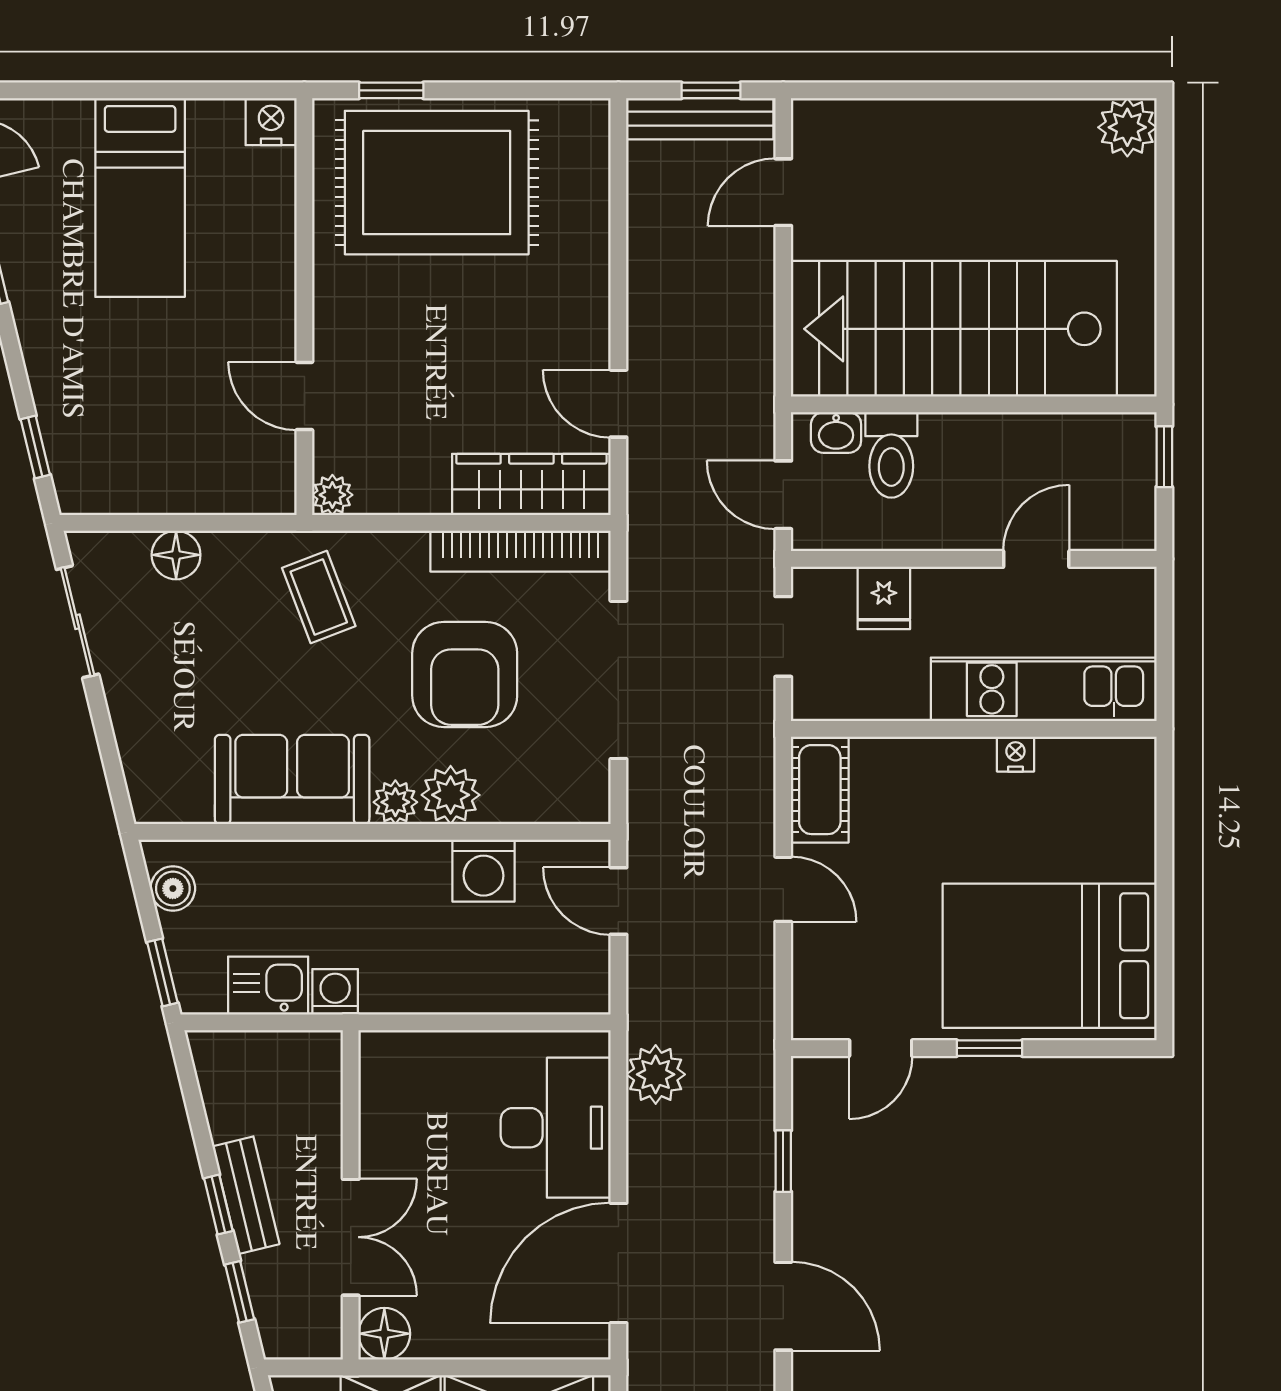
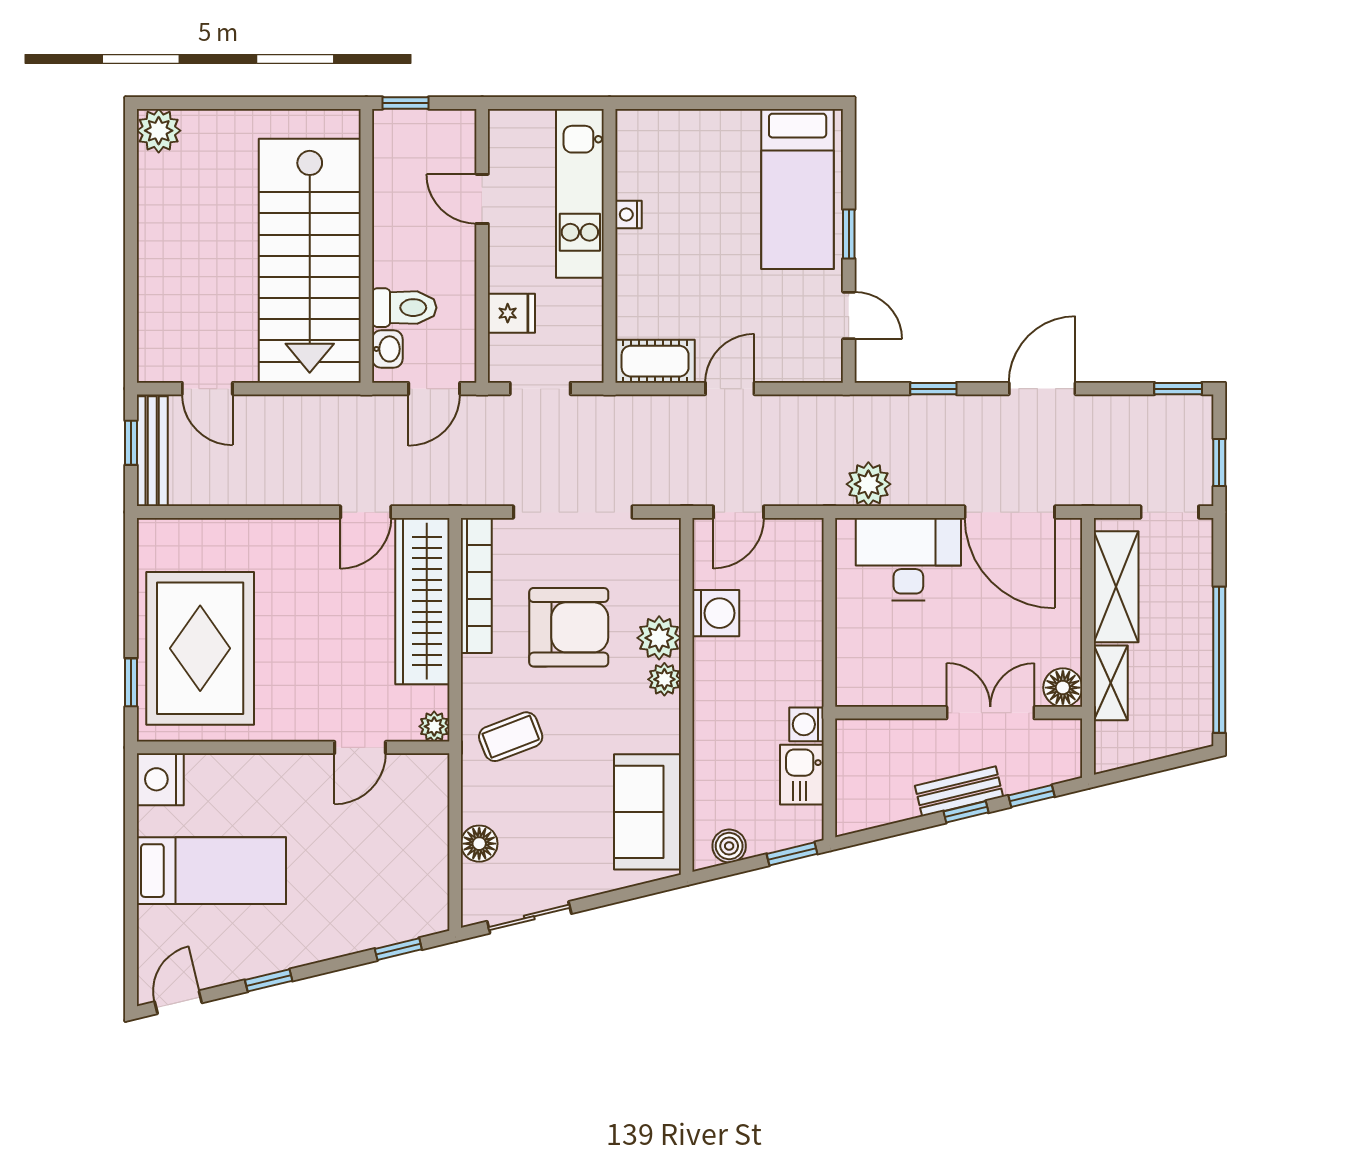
nightstand: (271, 122) -> (160, 779), width x1.36, depth x1.33
wardrobe: (531, 484) -> (422, 601), width x1.40, depth x1.17
sofa: (292, 780) -> (647, 812), moved
bed: (1050, 956) -> (798, 189), width x0.67

